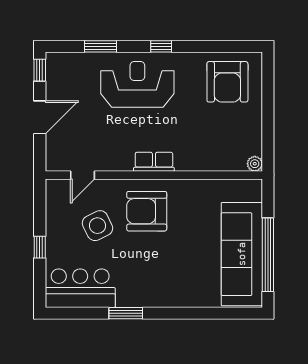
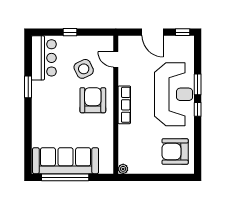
window: (101, 46) -> (198, 84), moved
reception desk: (137, 84) -> (173, 94), width x1.36, depth x1.30
row of seats: (154, 162) -> (124, 105), width x1.48

